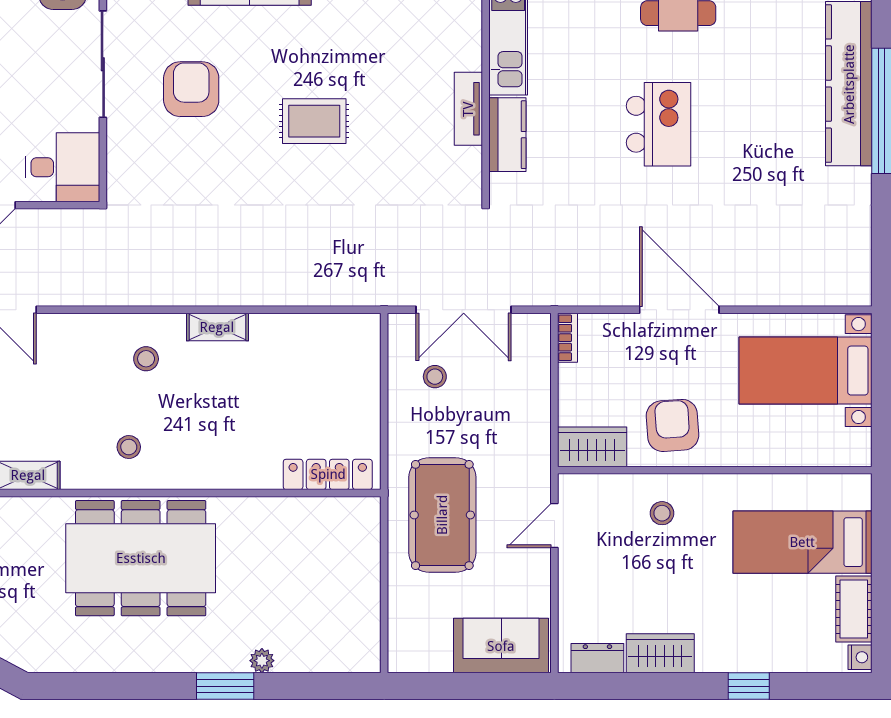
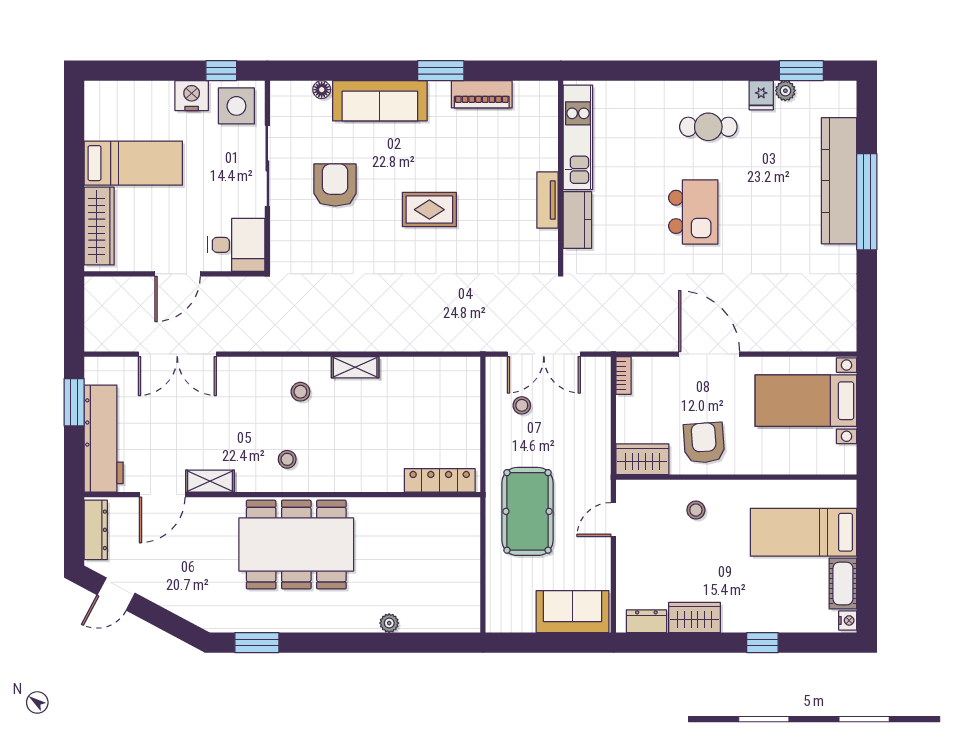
window: (225, 686) -> (257, 643), moved

